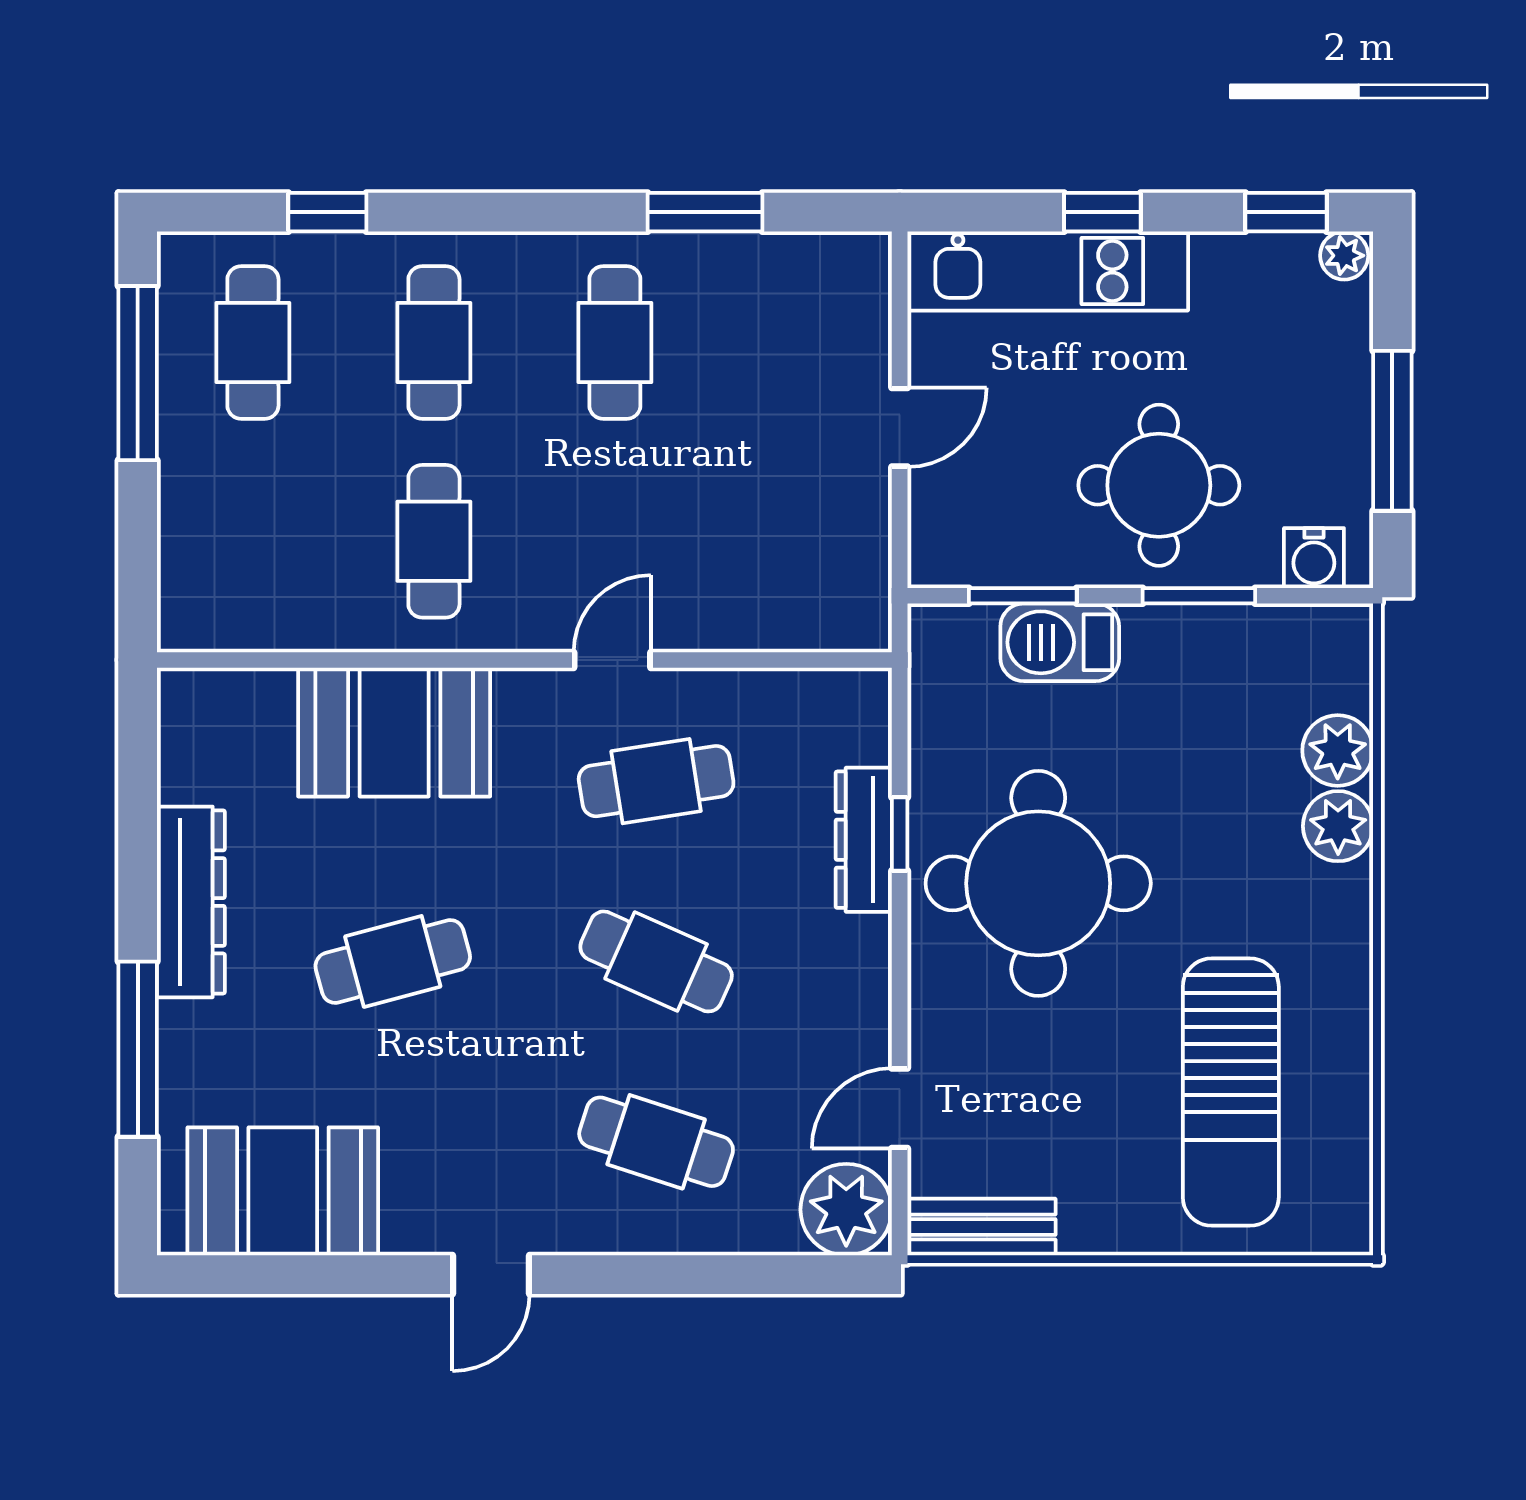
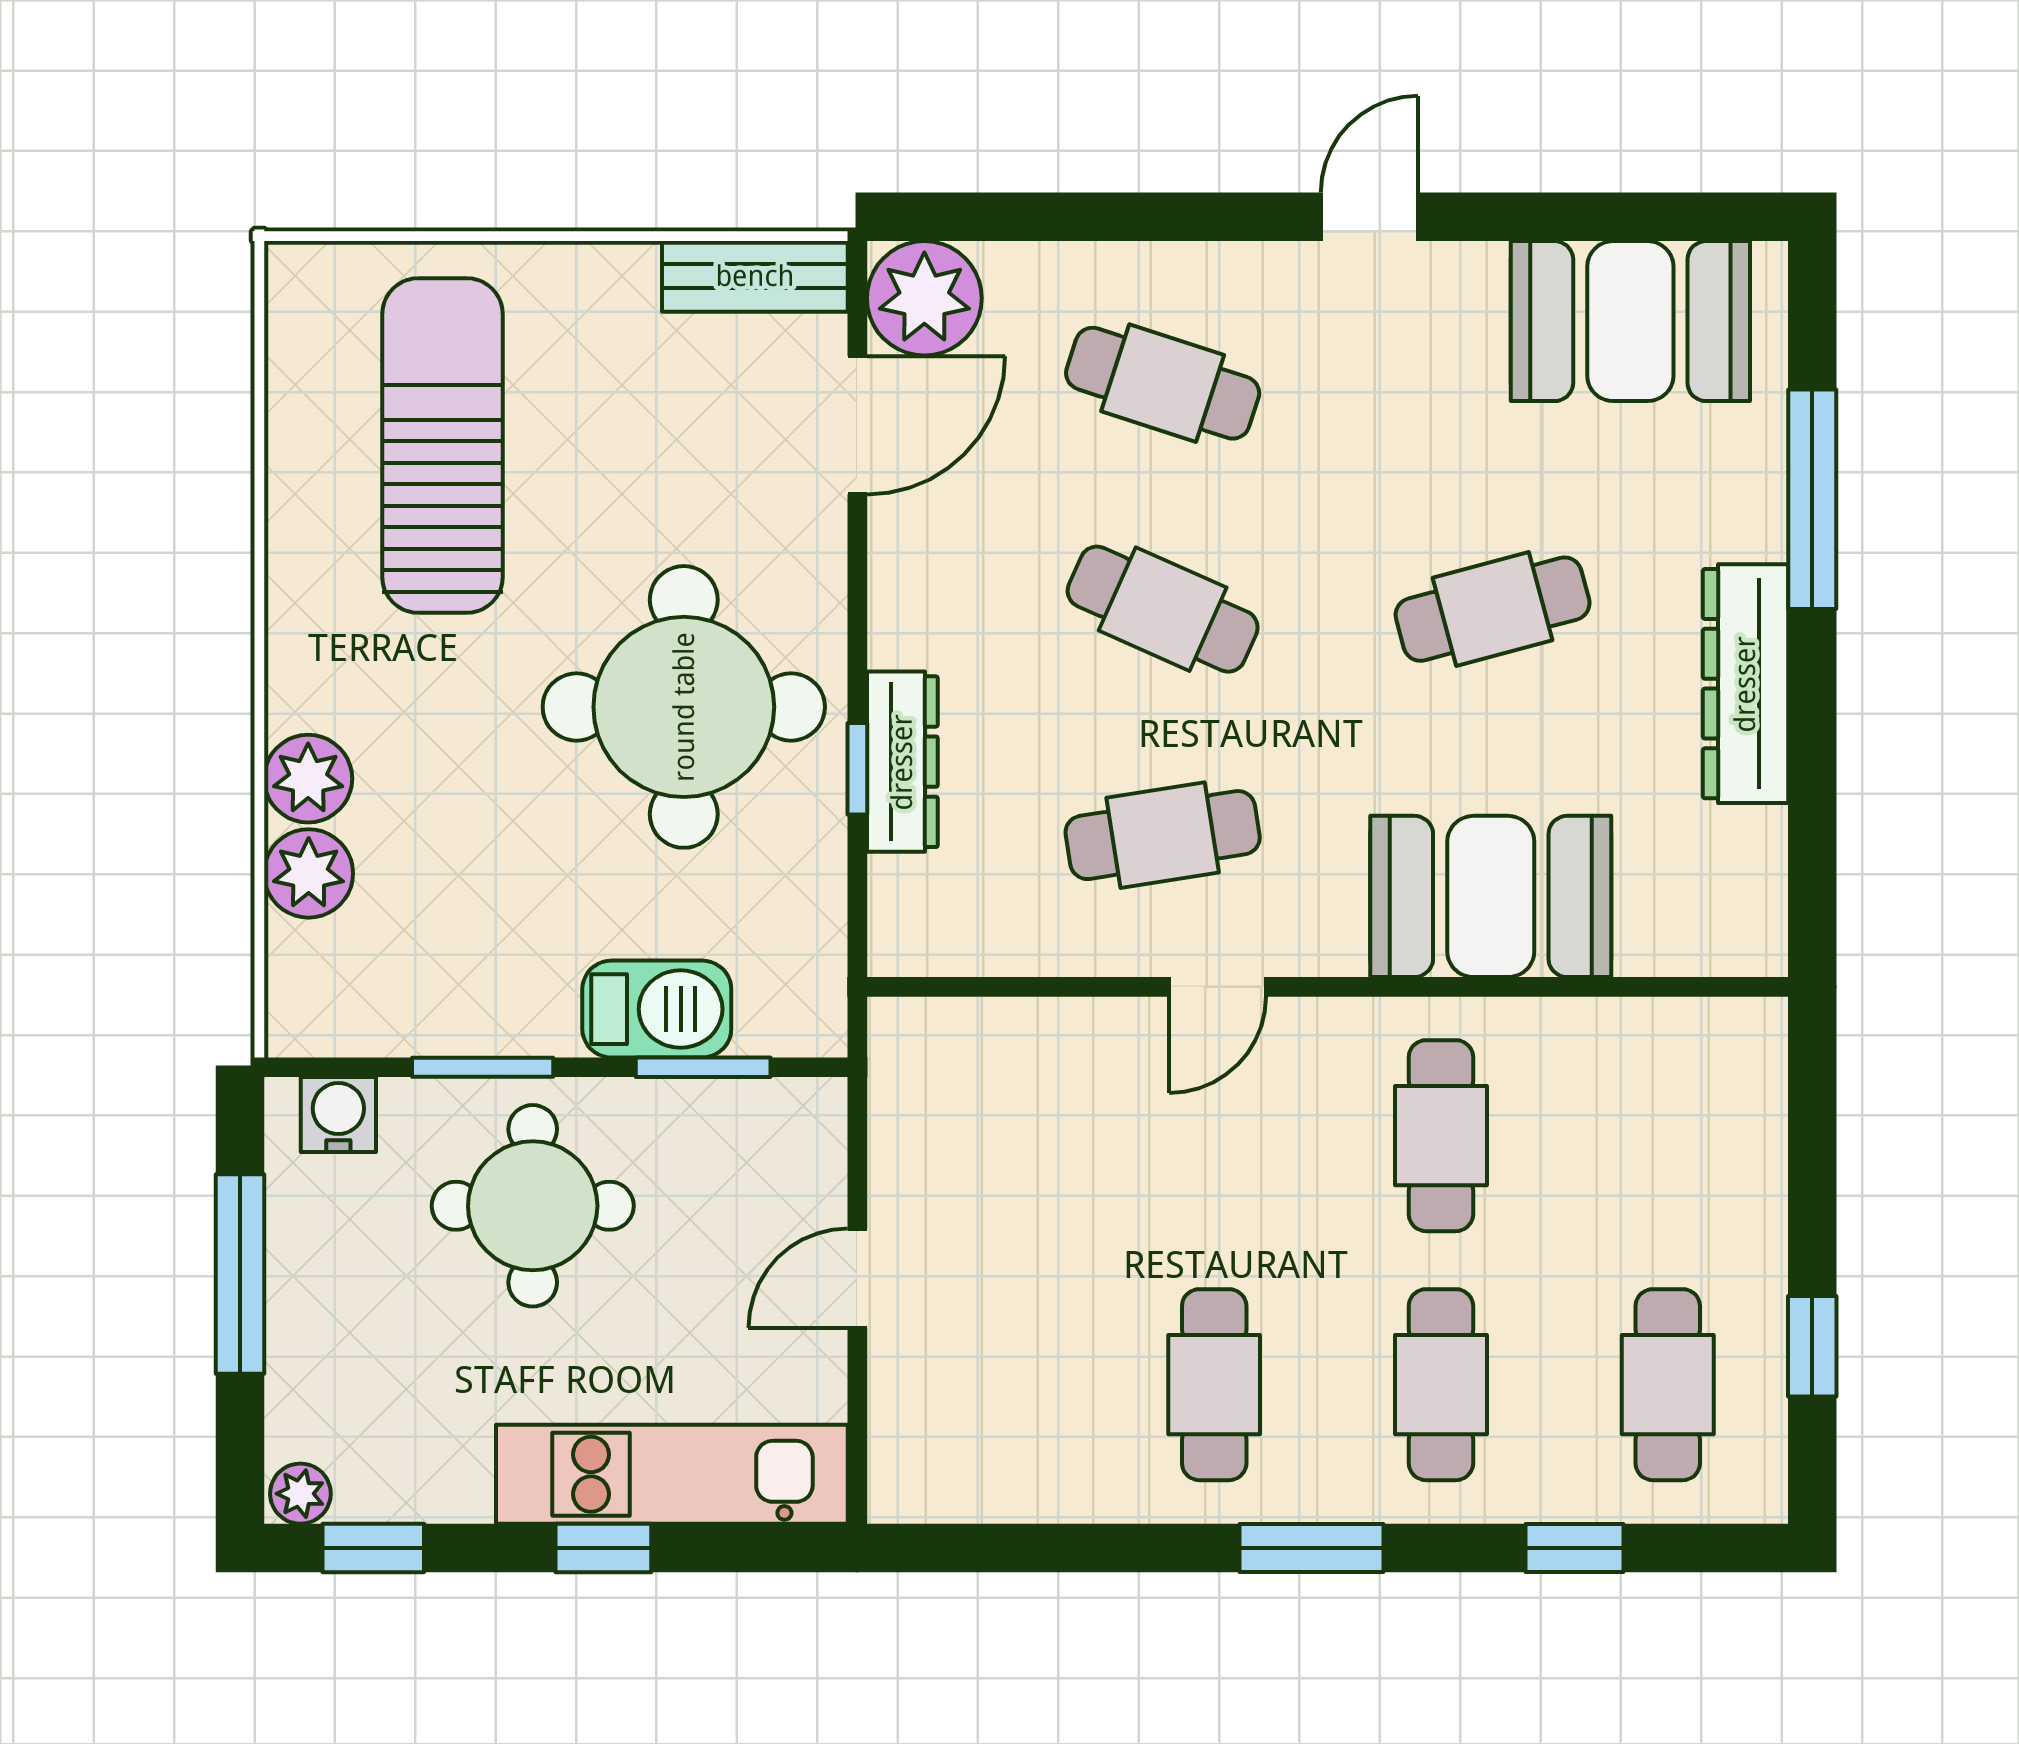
window: (705, 212) -> (1312, 1548), moved
window: (138, 373) -> (1812, 1346), width x0.46
door: (900, 1108) -> (857, 425), width x1.38

